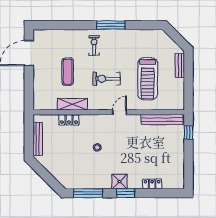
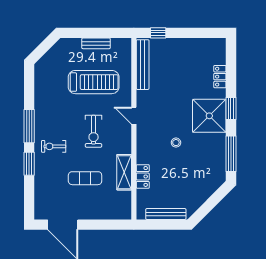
window: (80, 25) -> (29, 164), added
bench: (180, 66) -> (96, 43), moved
shower: (119, 182) -> (209, 116), width x1.86, depth x1.86

